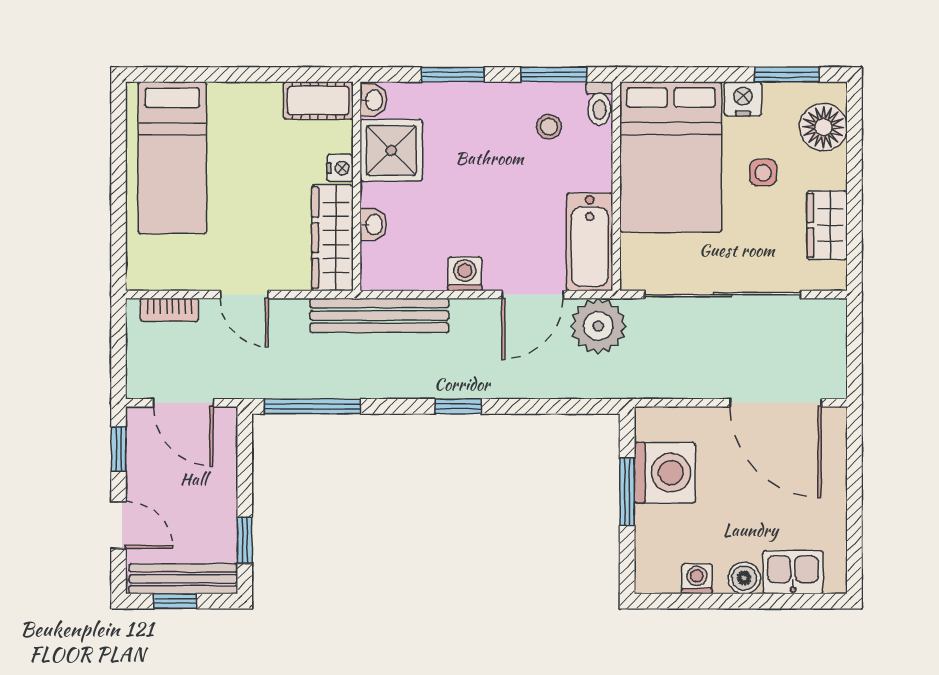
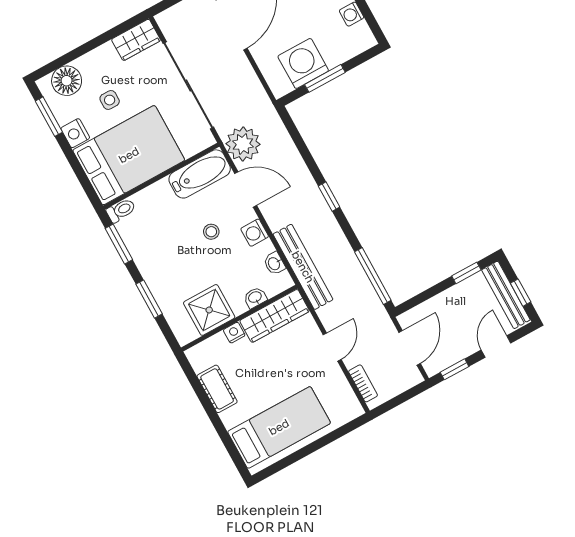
washbasin: (373, 100) -> (274, 263), moved, turned -90
cot: (318, 101) -> (217, 389), moved
stool: (549, 127) -> (211, 232), moved
wardrobe: (827, 225) -> (136, 40), moved

